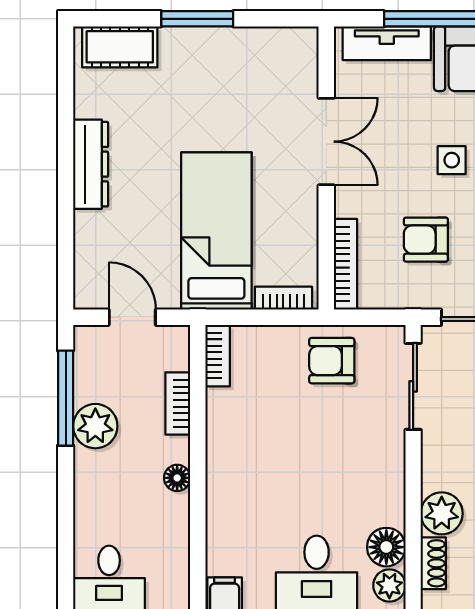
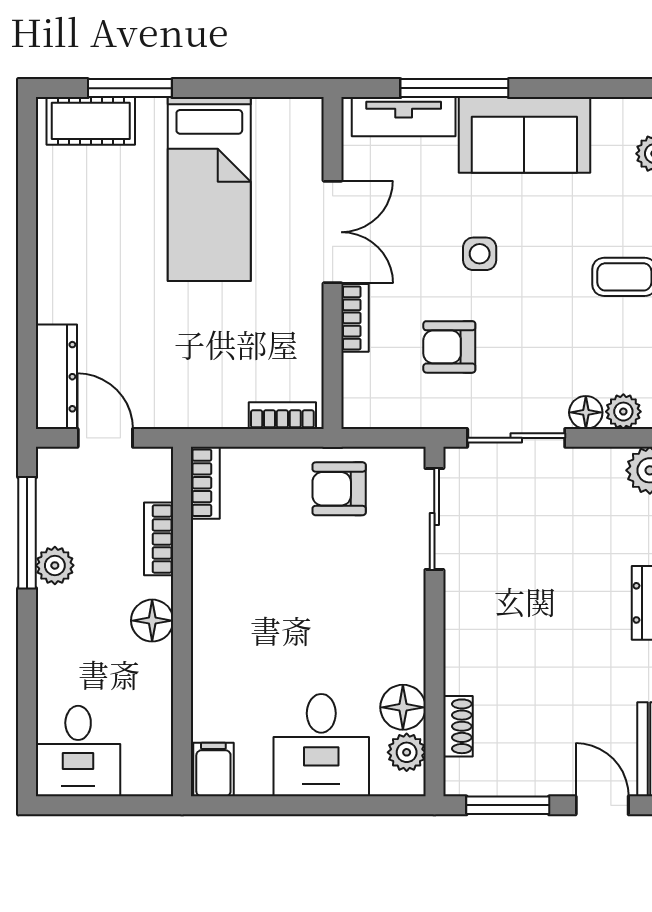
window: (197, 19) -> (130, 88), moved
dresser: (91, 164) -> (56, 377), moved
bed: (216, 231) -> (209, 189), moved, turned 180
bookcase: (345, 264) -> (355, 318), moved, width x0.64
plant: (95, 426) -> (55, 565), width x0.73, depth x0.73
floor lamp: (177, 478) -> (152, 621), width x1.37, depth x1.37
plant: (442, 513) -> (468, 668), removed

